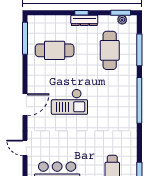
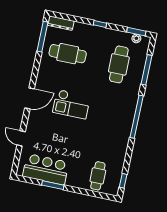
dresser: (84, 20) -> (61, 23), moved

